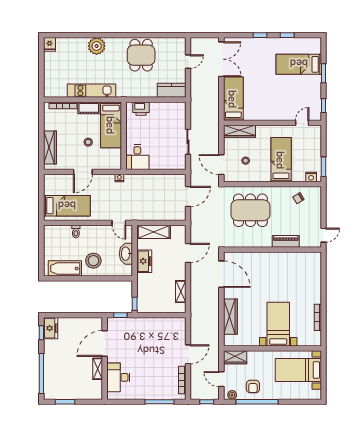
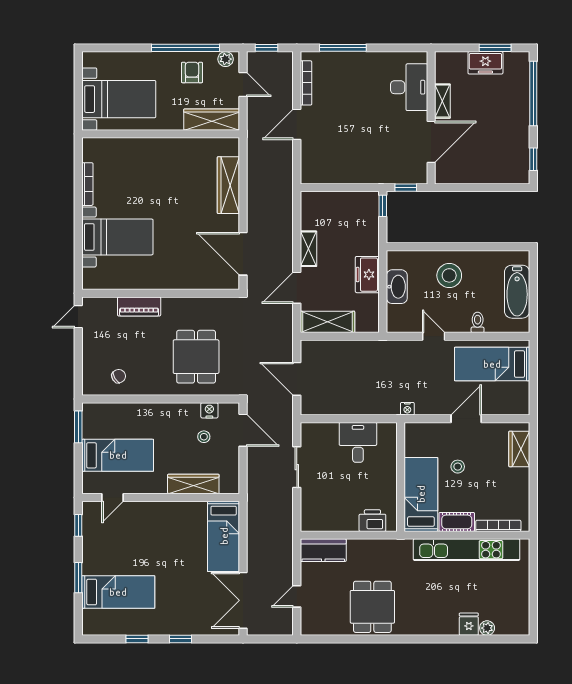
fridge: (49, 44) -> (469, 624), moved
plant: (97, 46) -> (487, 628), moved, width x0.53, depth x0.53
kitchen unit: (91, 91) -> (467, 550), width x1.36
wardrobe: (239, 131) -> (193, 484), moved
wardrobe: (50, 148) -> (519, 449), width x0.67
desk: (137, 157) -> (358, 442), moved
bed: (281, 160) -> (118, 455), moved, turned -90
nightstand: (311, 177) -> (209, 410), moved
door: (188, 197) -> (297, 379), hinge flipped
dining table: (250, 210) -> (196, 357), width x0.73
door: (119, 223) -> (434, 336), moved
shelving: (154, 232) -> (327, 322), moved
bathtub: (65, 268) -> (517, 292), moved, turned 90
shelving: (181, 292) -> (308, 249), moved
bed with nightstands: (278, 324) -> (117, 237), moved, turned -90
freezer: (51, 328) -> (485, 63), moved, turned -90
wardrobe: (235, 357) -> (212, 120), width x1.50

